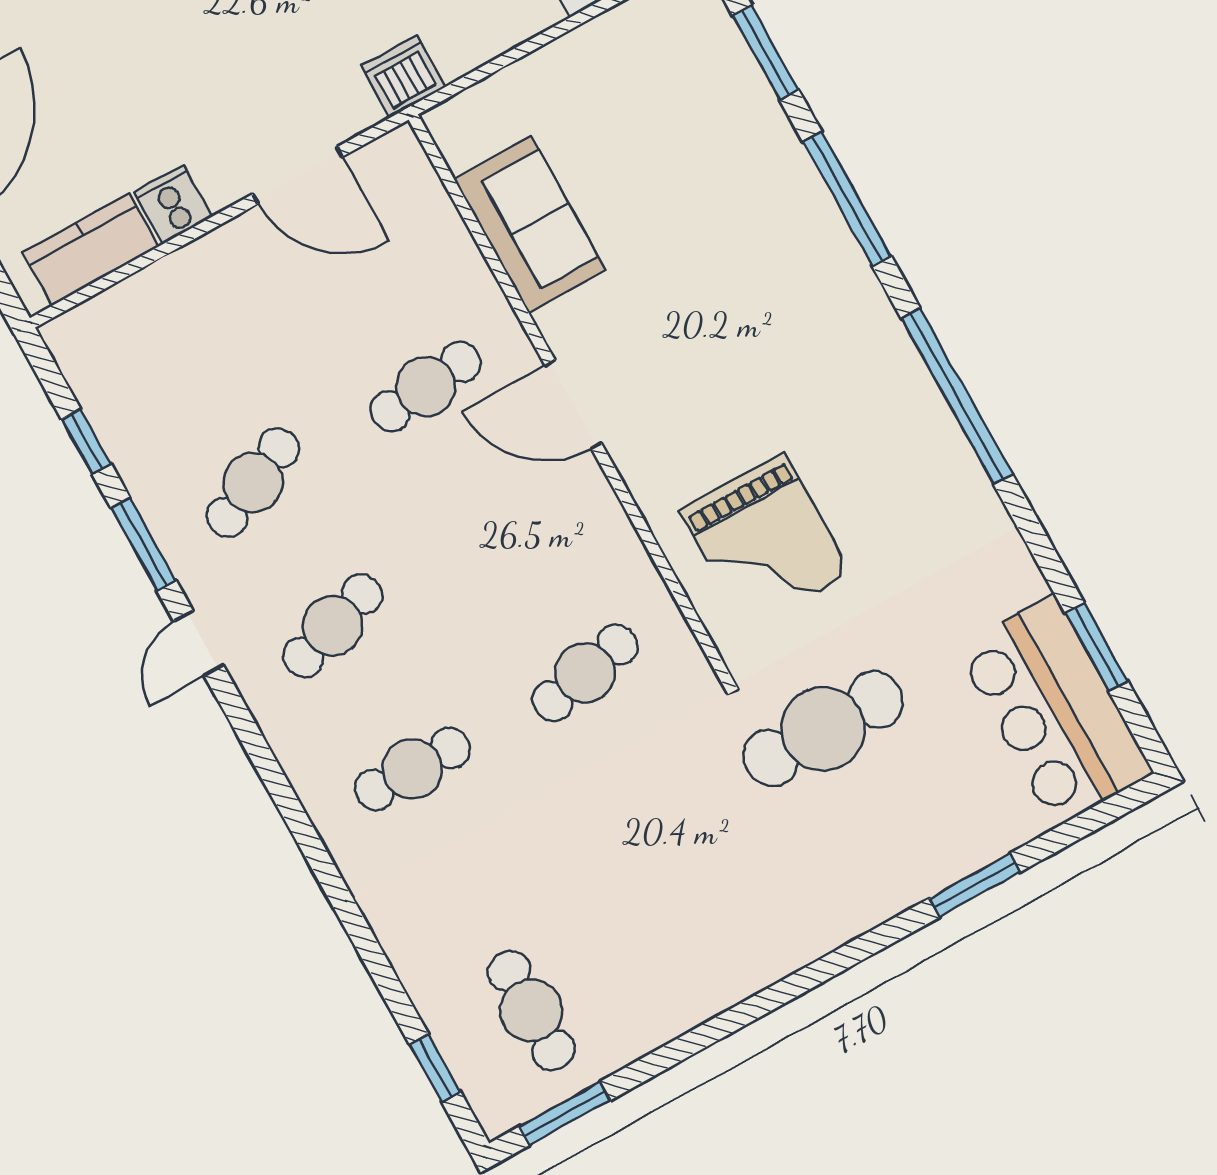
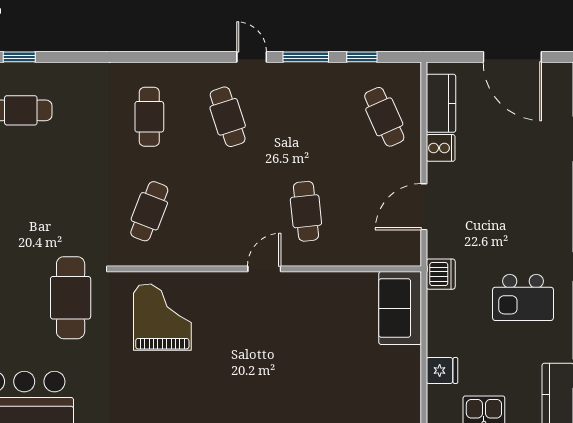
sofa: (530, 225) -> (400, 308), moved, turned 90
door: (573, 404) -> (264, 269), width x0.73
cafe table: (253, 483) -> (384, 117), moved
grand piano: (765, 541) -> (162, 317), turned 90
cafe table: (585, 673) -> (149, 211), turned 33

